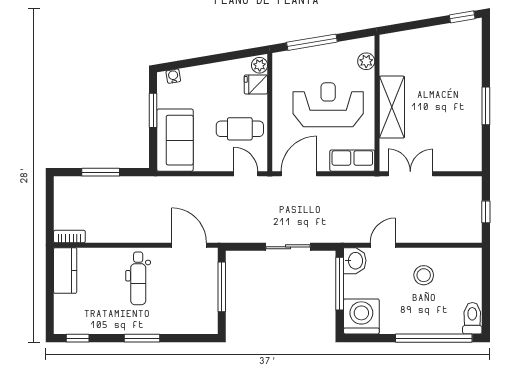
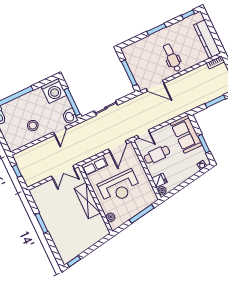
kitchen counter: (65, 270) -> (207, 39), width x1.50

